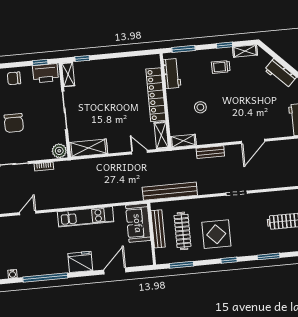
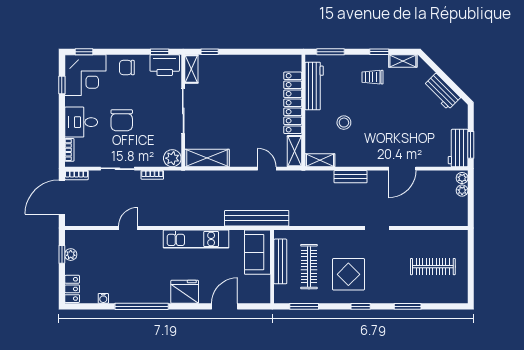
workbench: (172, 74) -> (314, 86), width x1.38
bench: (170, 191) -> (257, 218), moved

